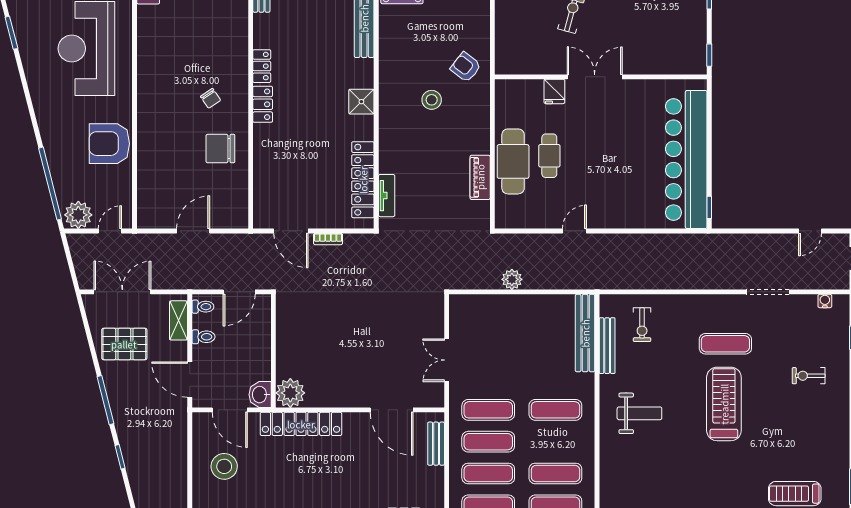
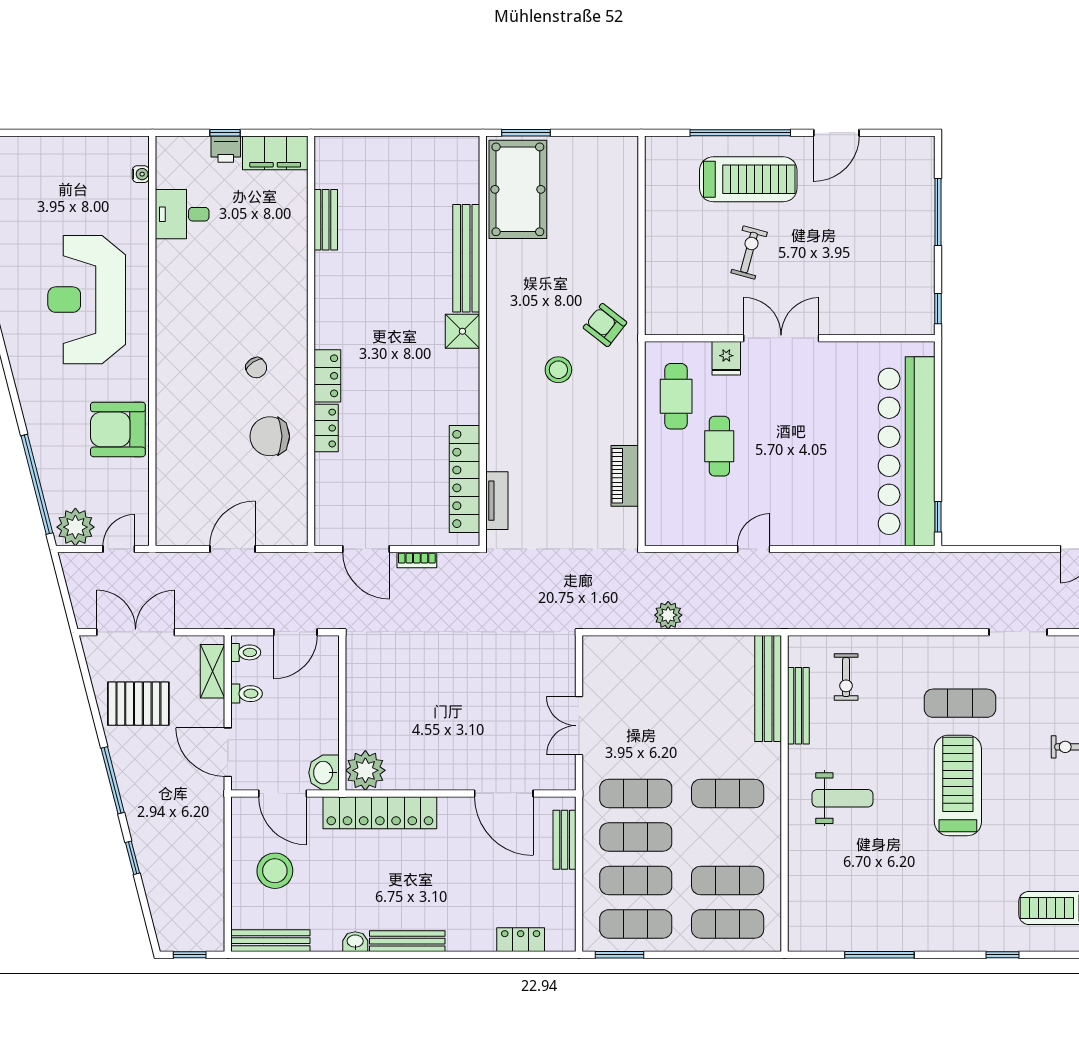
locker: (262, 66) -> (326, 428), moved
shower: (361, 102) -> (462, 331), moved
cafe table: (513, 161) -> (676, 396), moved, width x0.73, depth x0.74

